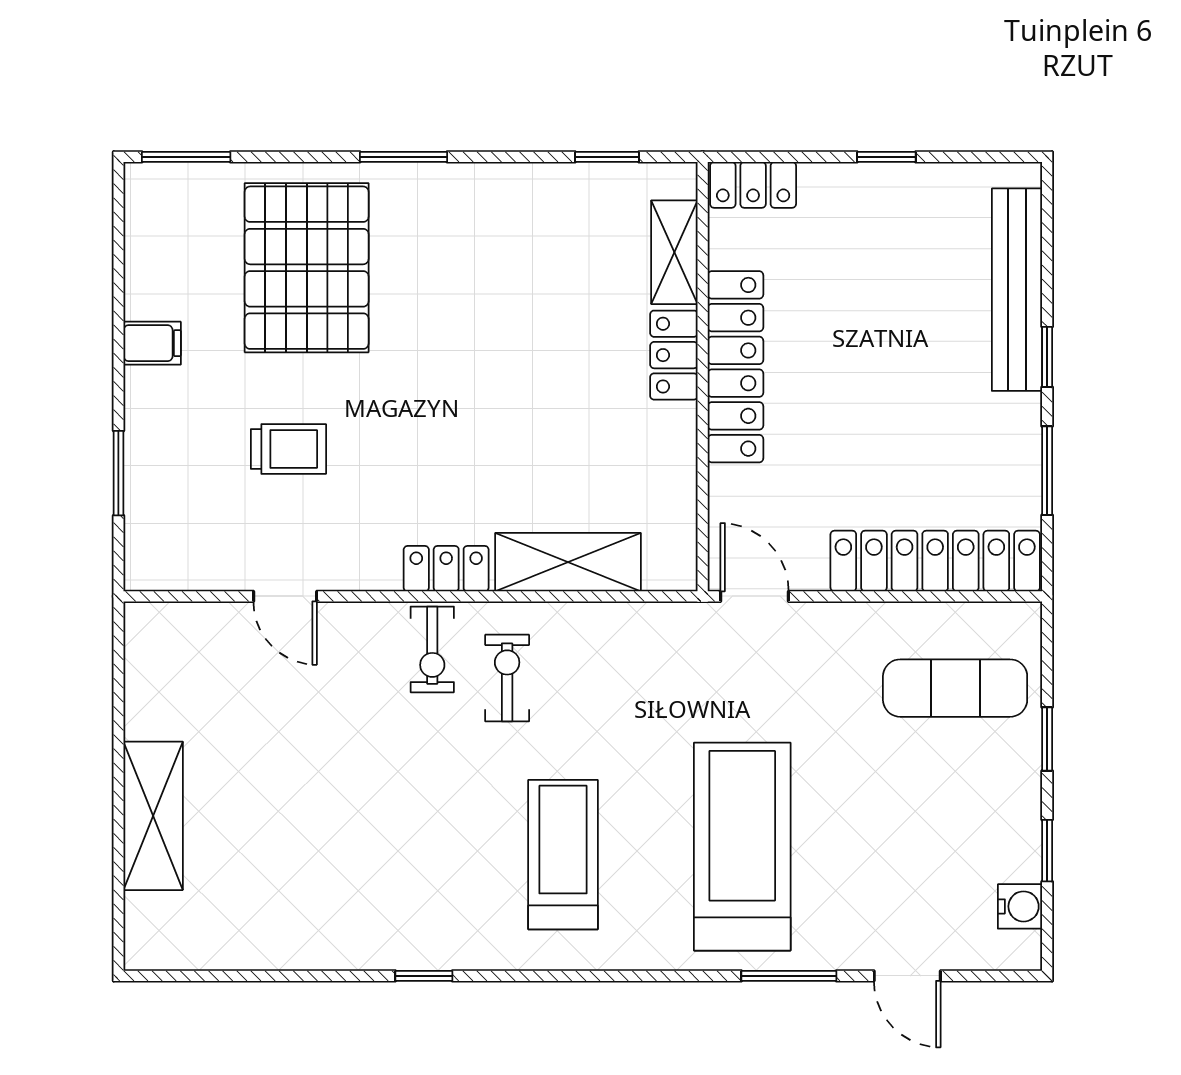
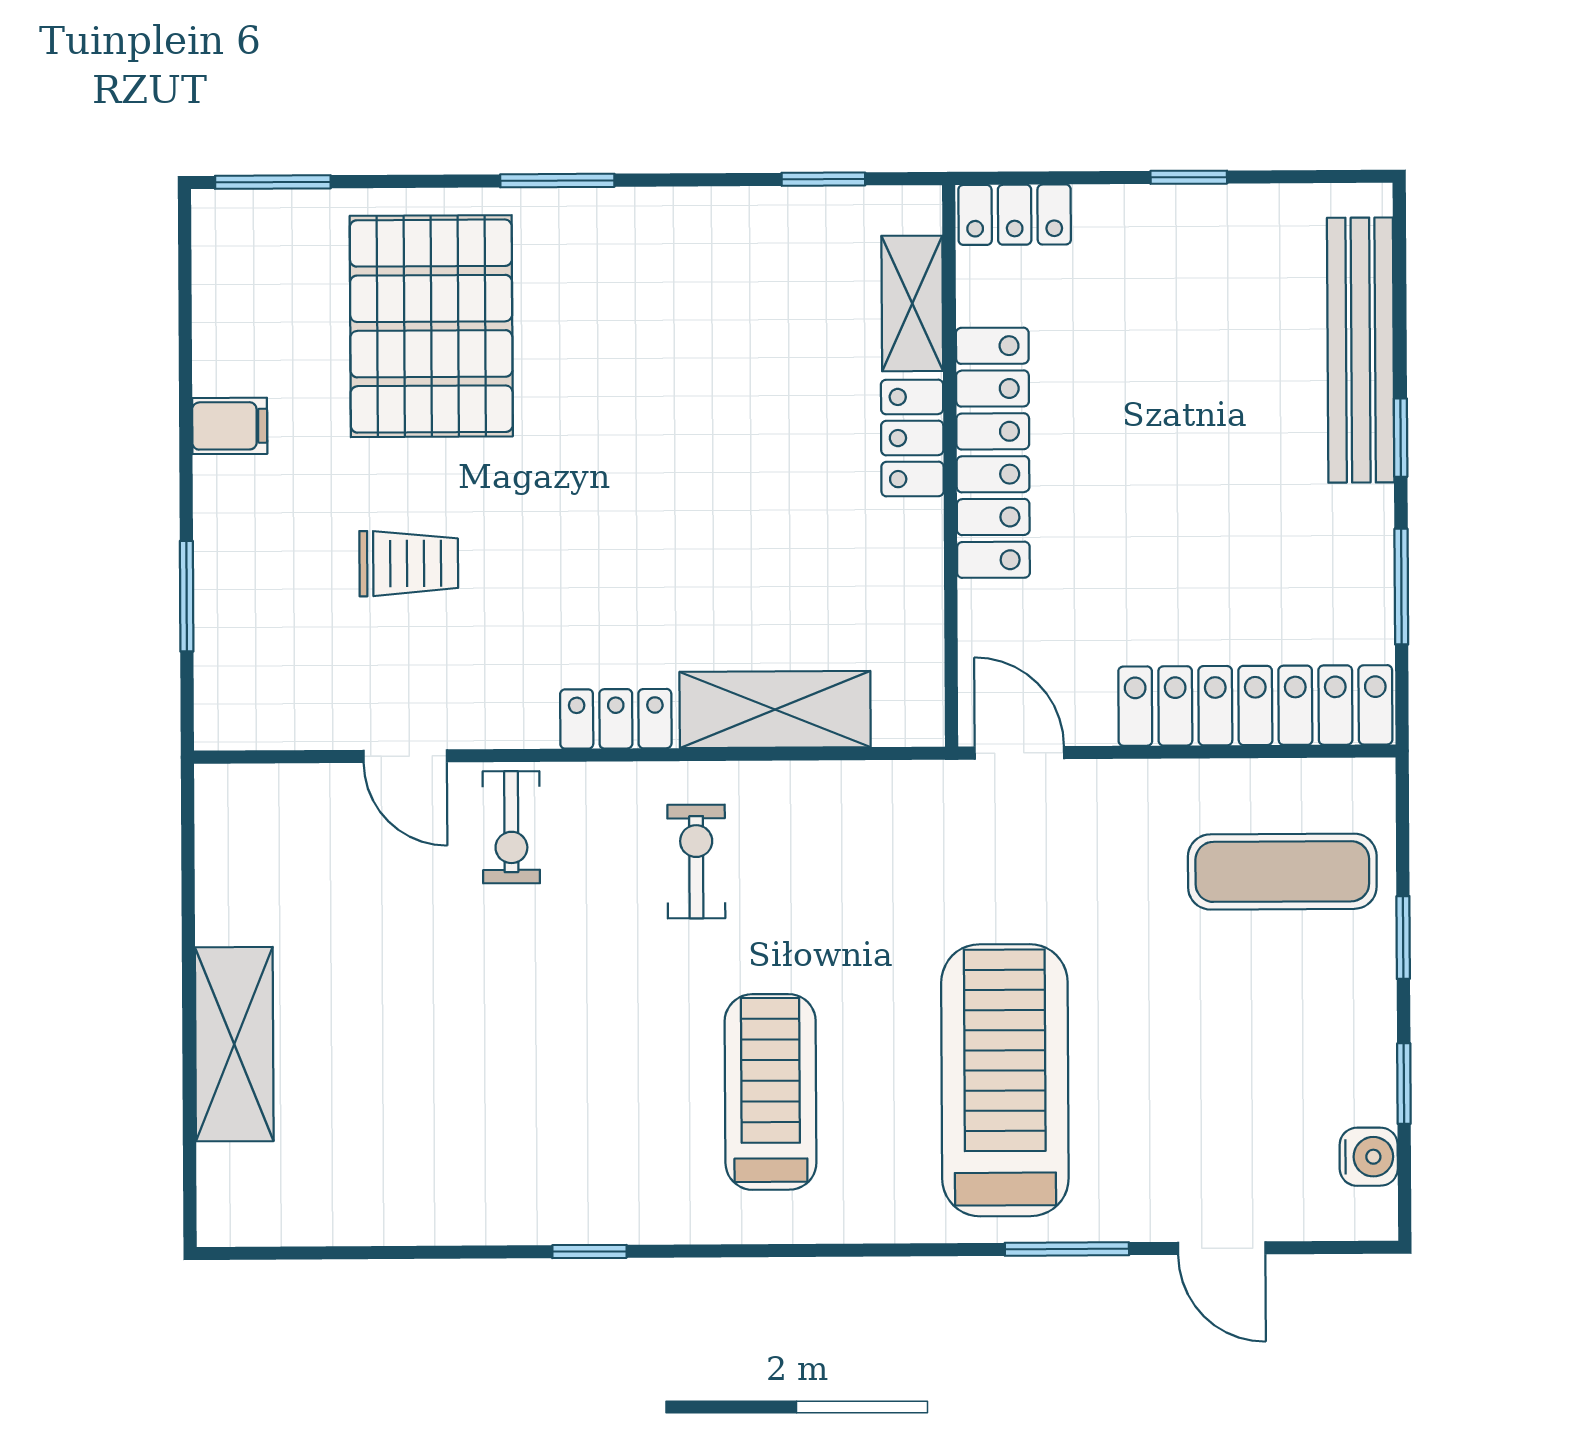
exercise bike: (432, 649) -> (511, 827), moved

